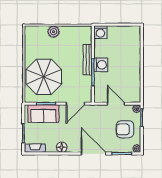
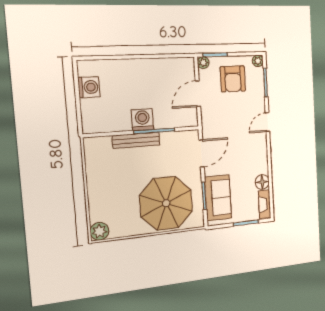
plant: (54, 32) -> (99, 231), moved
washing machine: (100, 32) -> (89, 87), moved
door: (75, 104) -> (202, 153), hinge flipped
floor lamp: (62, 147) -> (262, 182), moved
door: (94, 154) -> (267, 122), width x0.53

